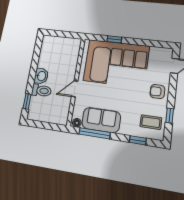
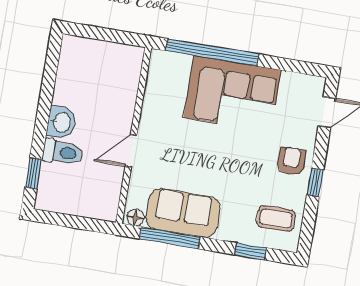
window: (114, 39) -> (212, 52), width x3.17
corner sofa: (116, 63) -> (232, 94), width x0.73, depth x0.74
armchair: (157, 92) -> (291, 161), turned 90
window: (170, 116) -> (315, 182), moved

